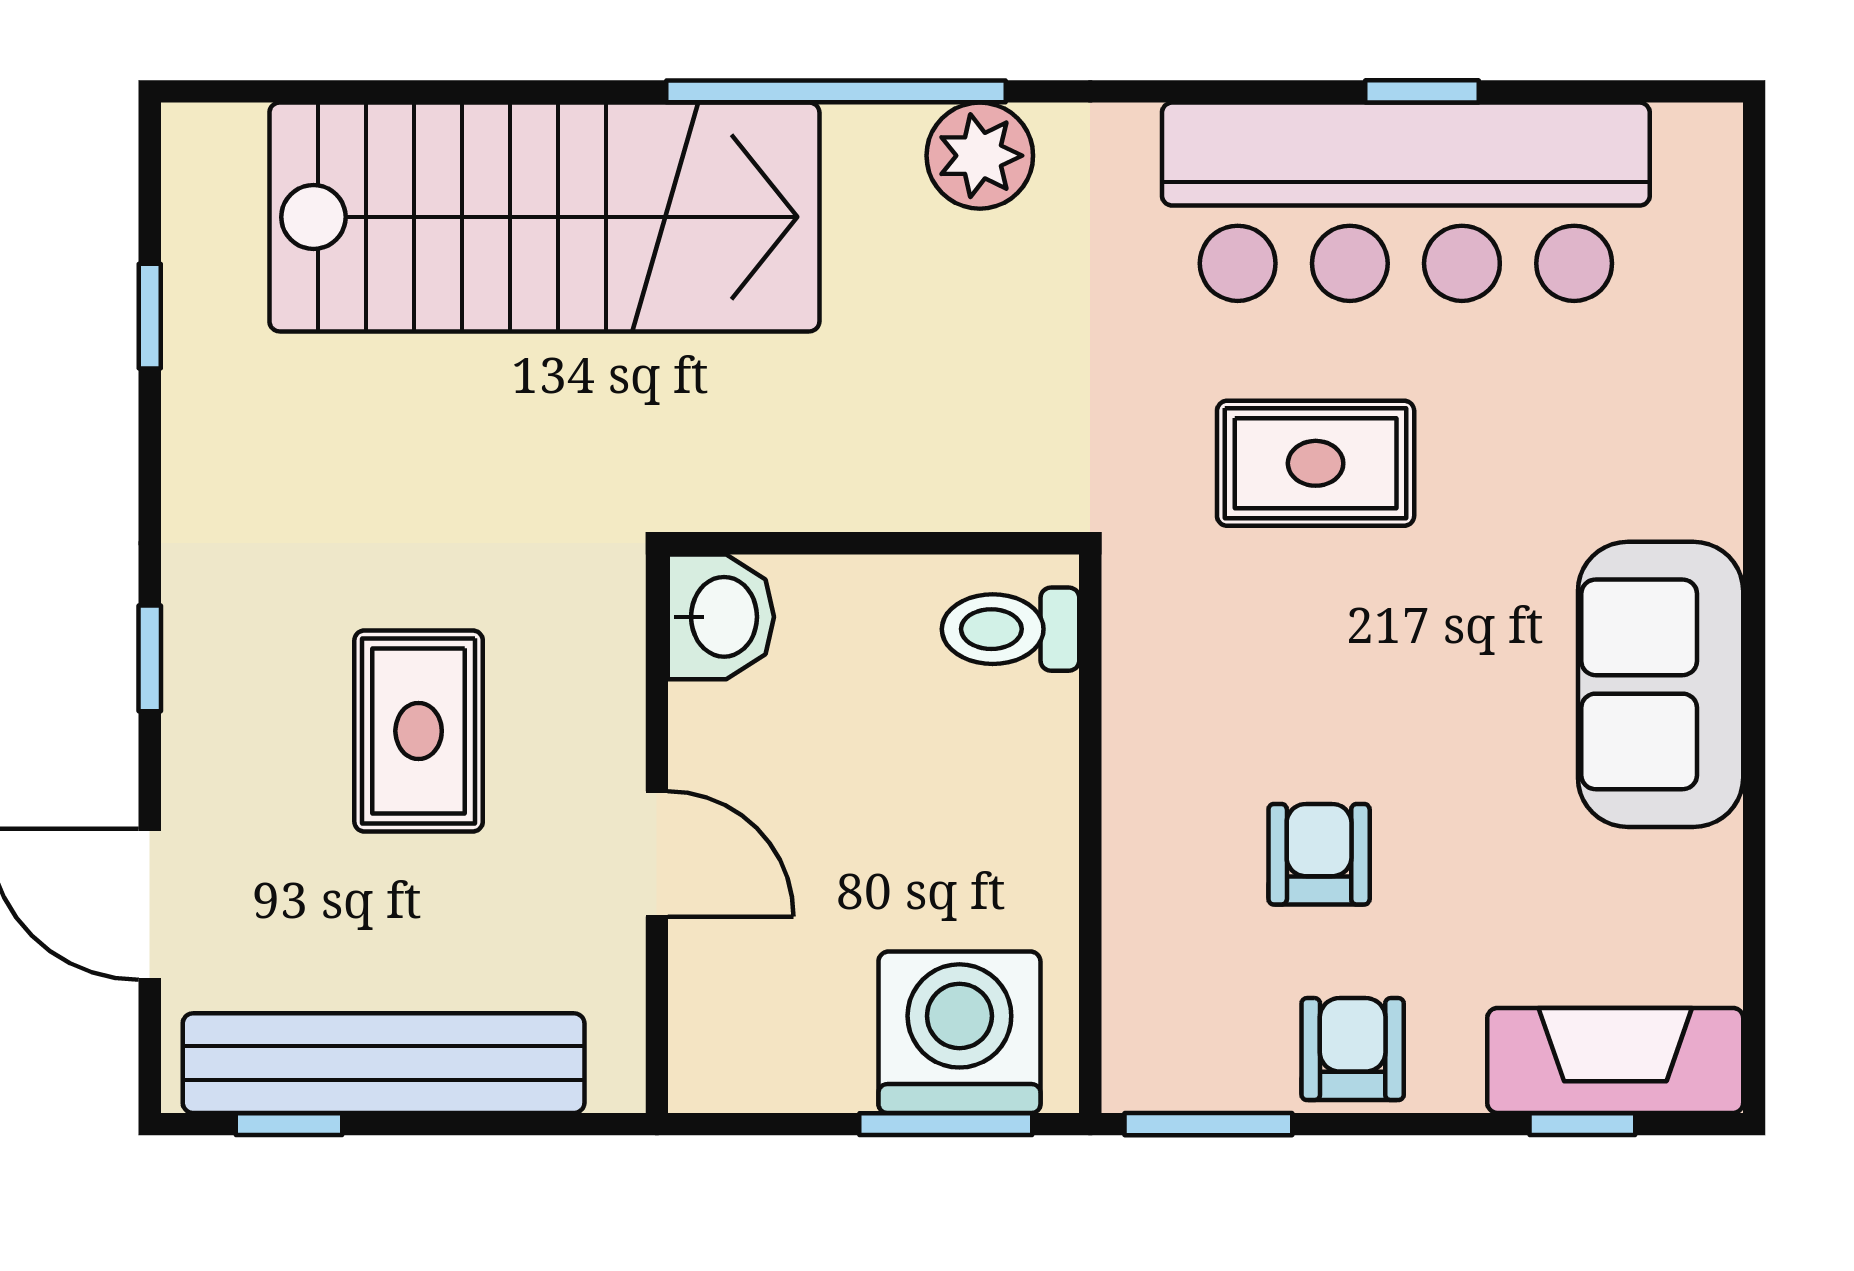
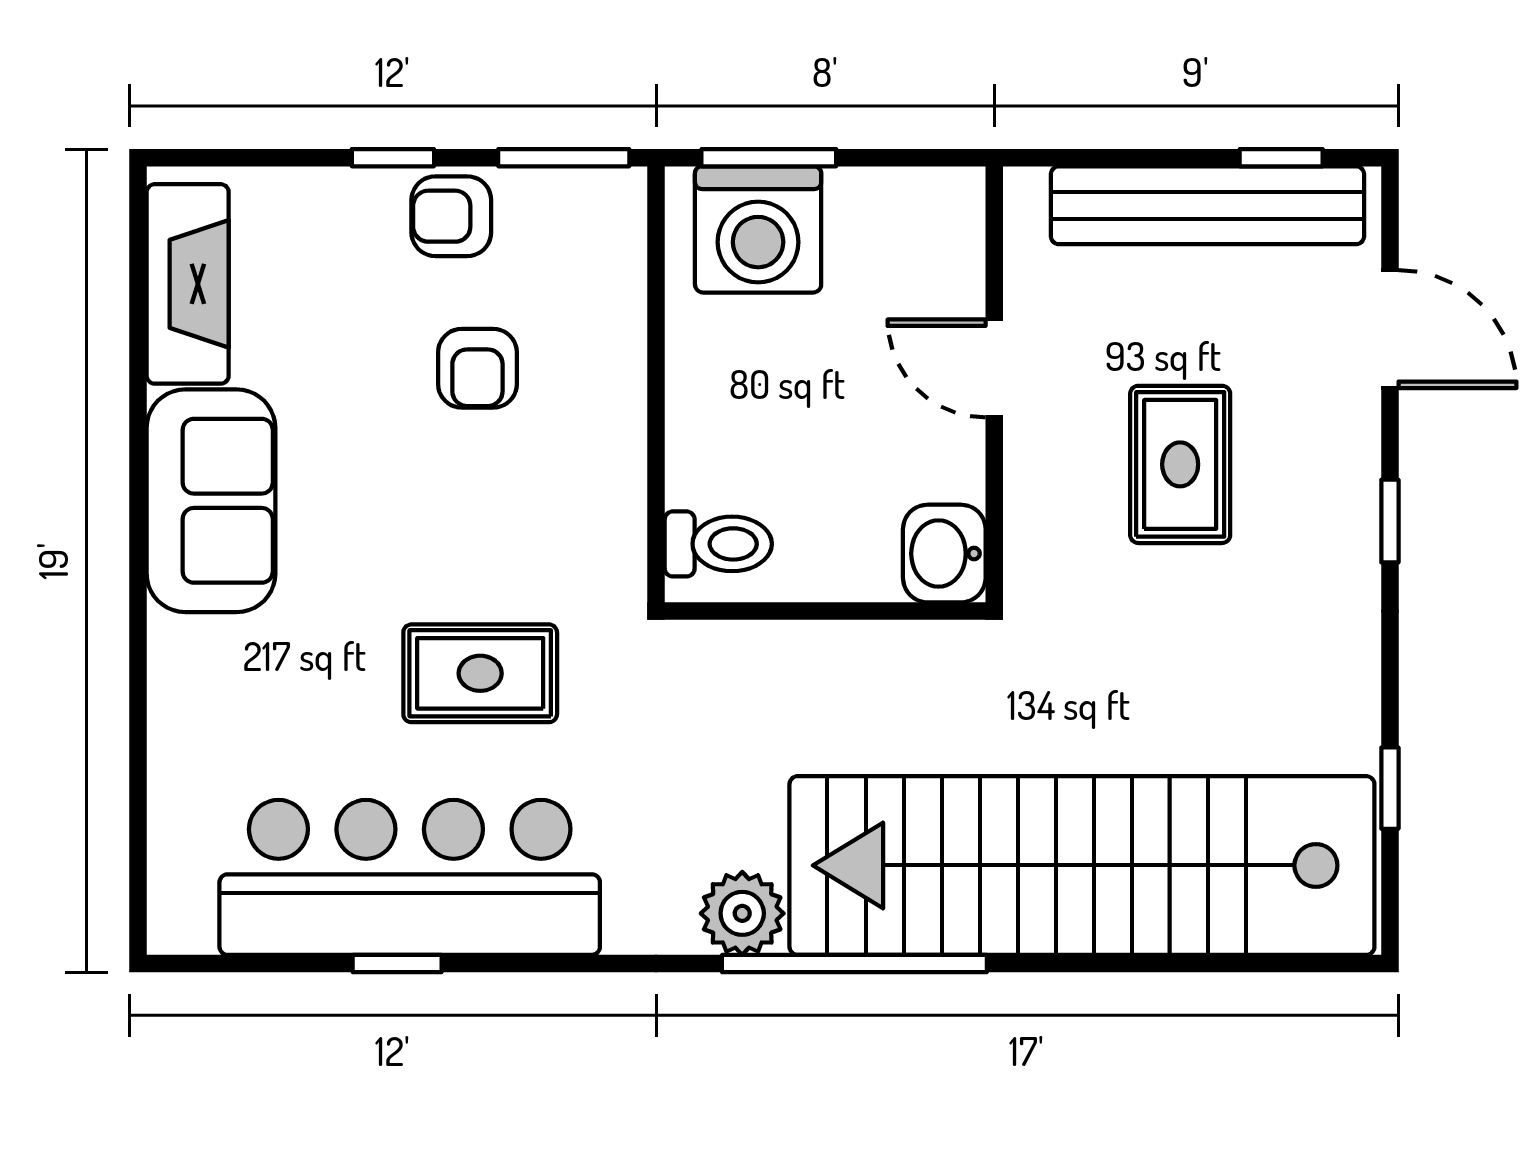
stairs: (544, 217) -> (1082, 865), width x1.36
armchair: (1353, 1049) -> (451, 216), turned 90
fireplace: (1615, 1060) -> (188, 284), moved, turned -90
window: (1582, 1124) -> (393, 158), moved

